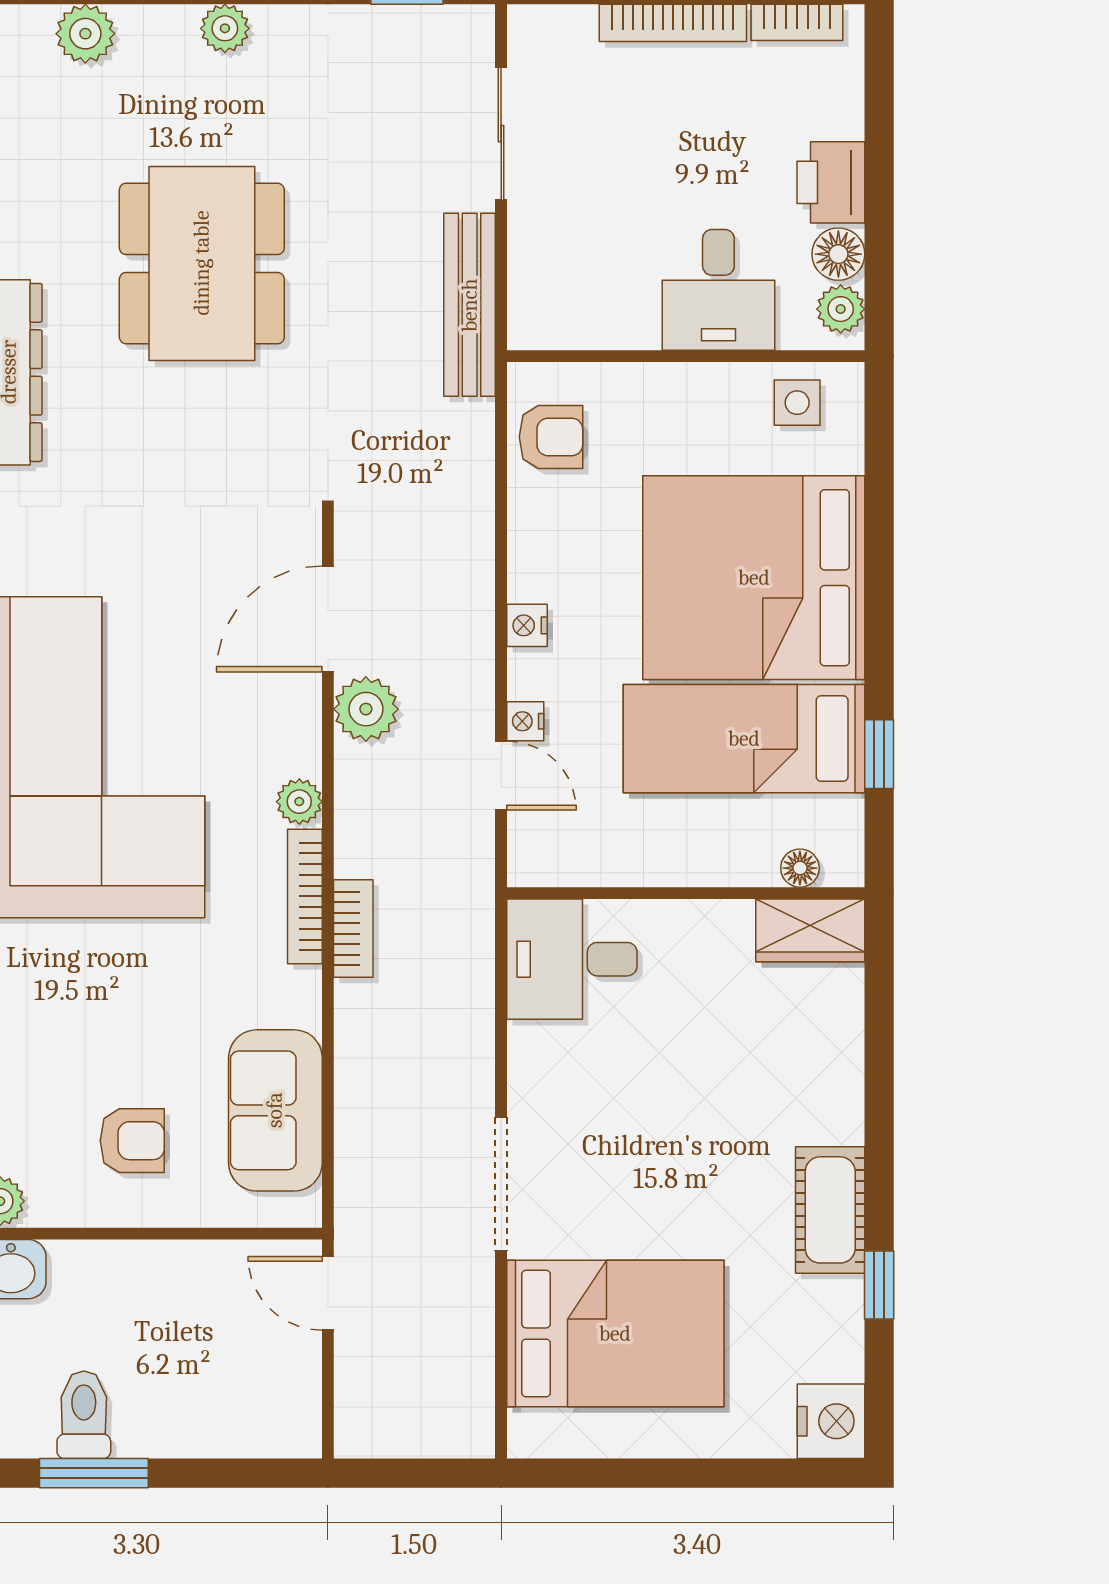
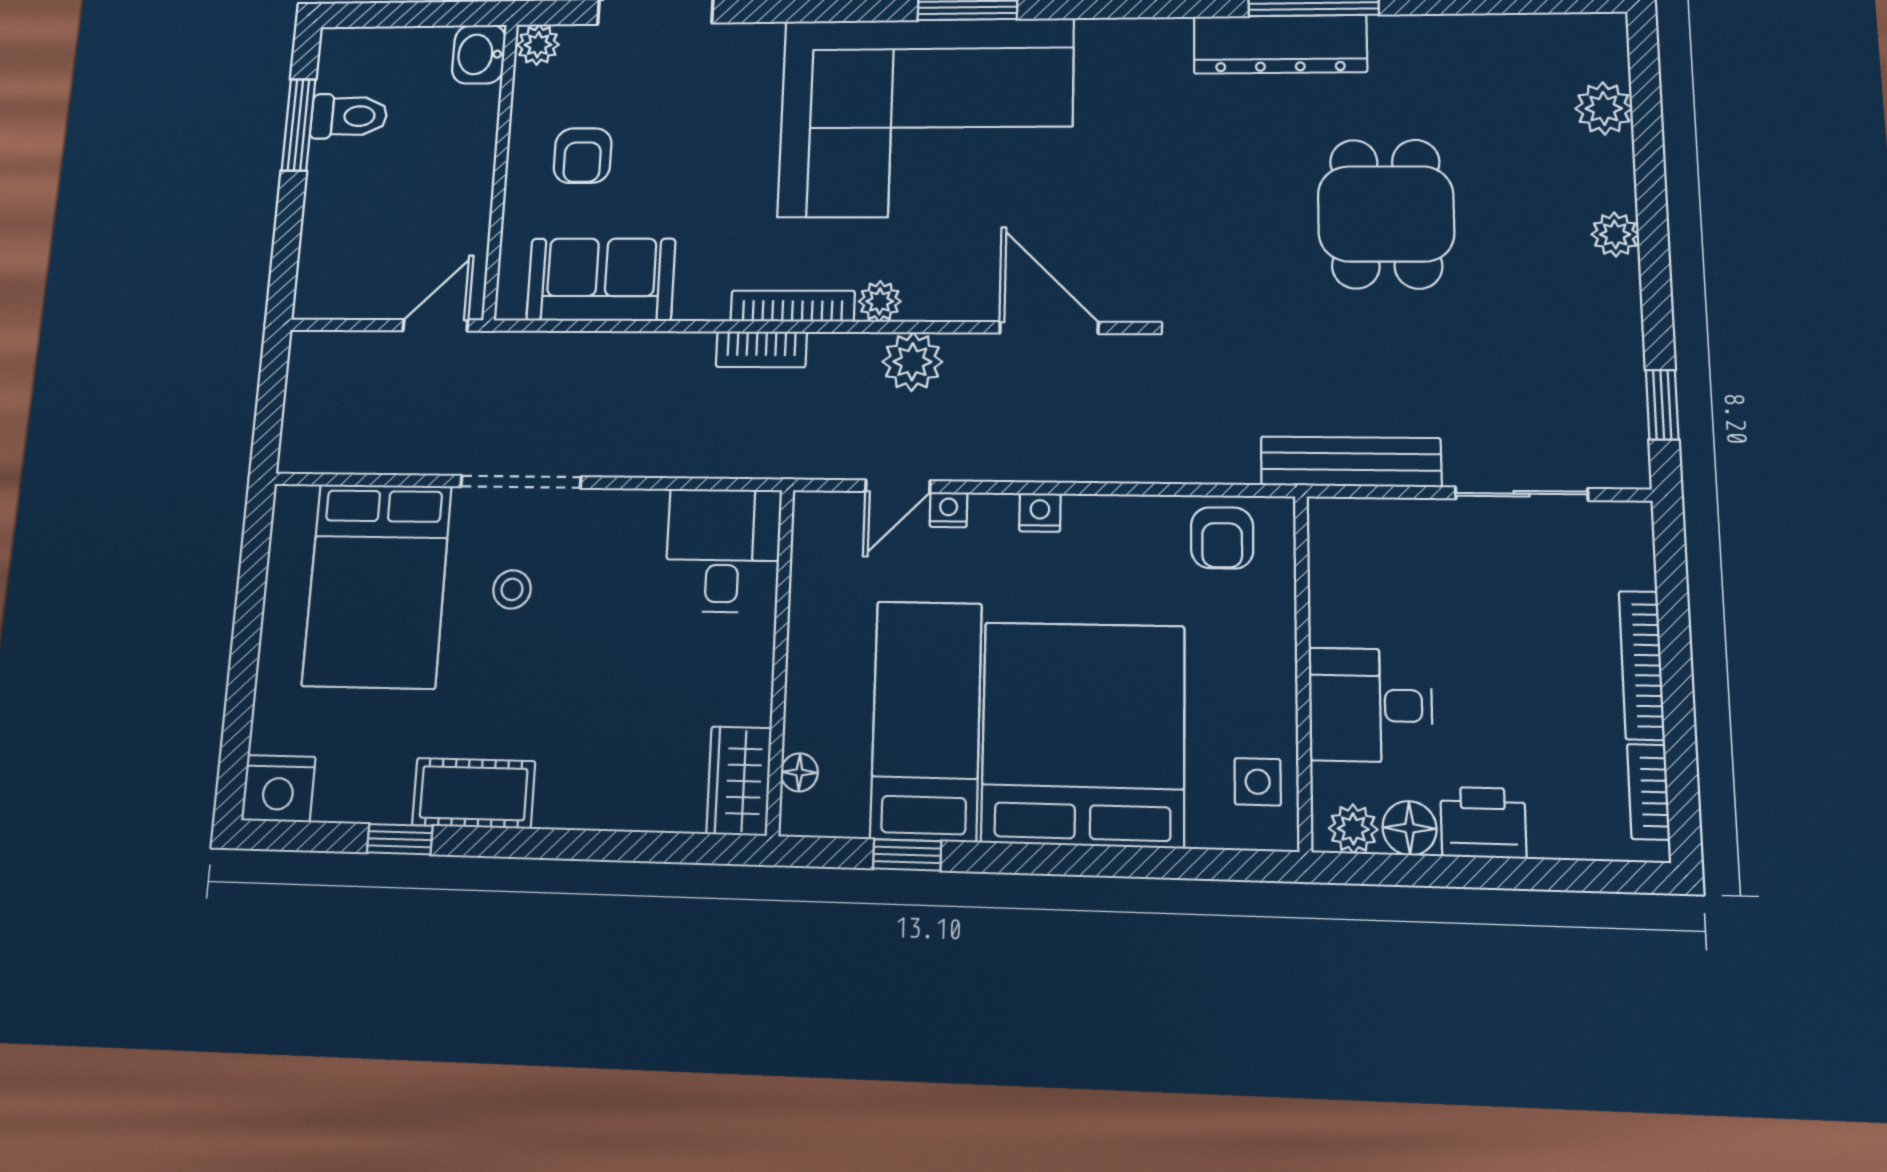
dining table: (202, 263) -> (1386, 214), width x0.73
plant: (366, 709) -> (912, 362), moved
stool: (617, 1185) -> (512, 589), added

